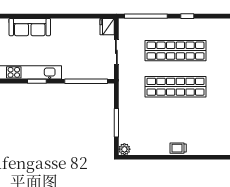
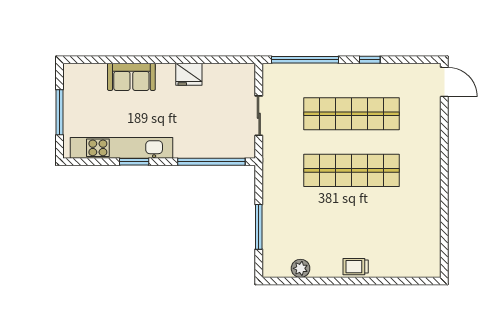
sofa: (30, 27) -> (131, 77), width x0.73
fridge: (107, 27) -> (189, 74), moved, turned -90
plant: (124, 149) -> (301, 268), moved

